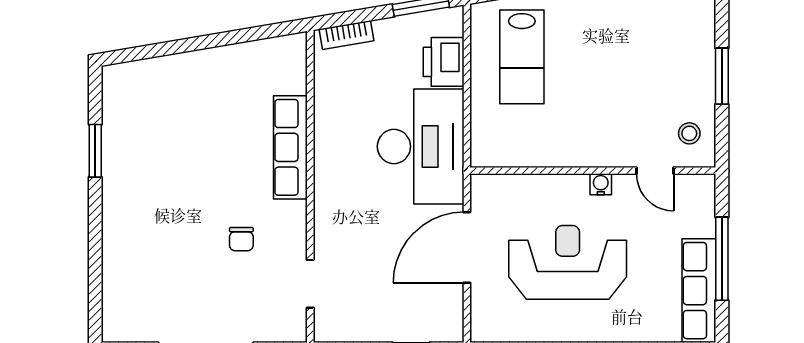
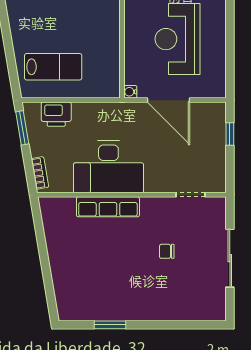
desk: (421, 146) -> (108, 167), moved, turned 180
water cooler: (601, 184) -> (130, 92), moved
chair: (241, 239) -> (167, 251), moved, turned 180

